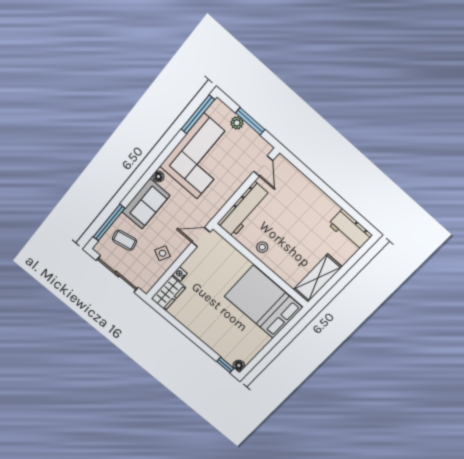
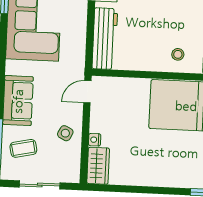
floor lamp: (158, 176) -> (11, 68), removed
stool: (262, 247) -> (178, 54), moved
sliding door: (117, 274) -> (40, 185), width x0.73

